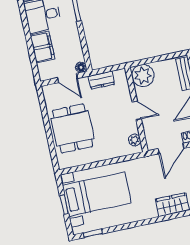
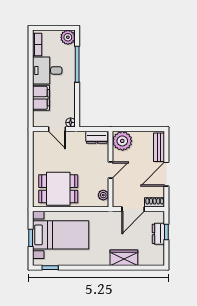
dresser: (101, 80) -> (97, 137), moved
door: (137, 111) -> (111, 170), hinge flipped
dining table: (73, 128) -> (58, 189), moved, turned 90

